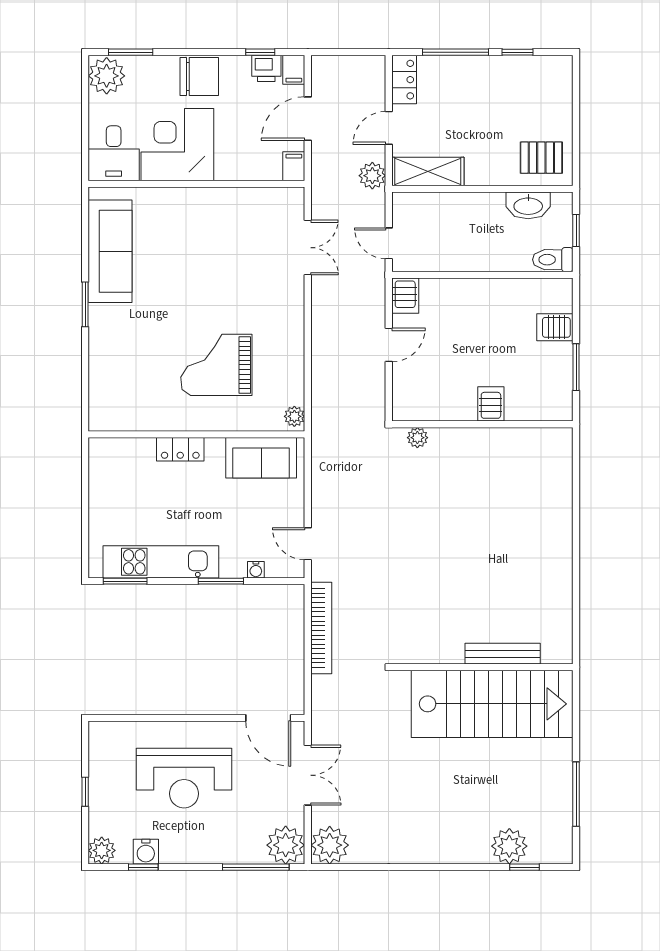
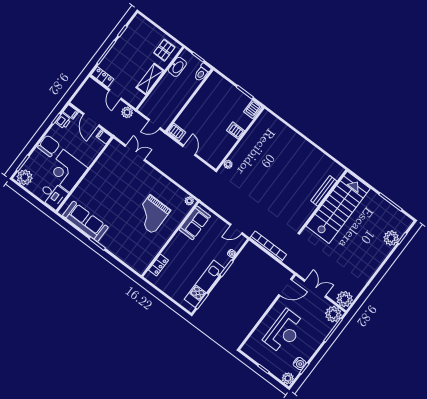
shelving: (428, 171) -> (150, 79), moved
server rack: (555, 327) -> (253, 109), moved
locker: (180, 449) -> (158, 265), moved

